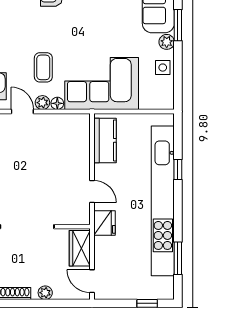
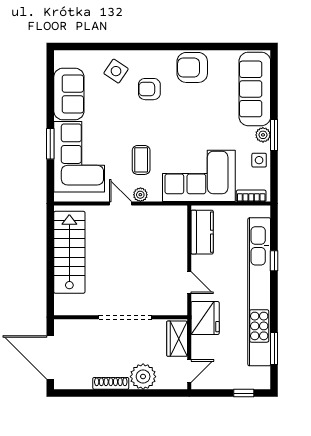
window: (178, 25) -> (274, 135), moved
floor lamp: (57, 103) -> (155, 196), removed
bookcase: (155, 104) -> (251, 196), added
fridge: (104, 223) -> (205, 318), width x1.36, depth x1.34
door: (92, 281) -> (189, 371), swing flipped
plant: (45, 293) -> (143, 377), width x1.88, depth x1.88

